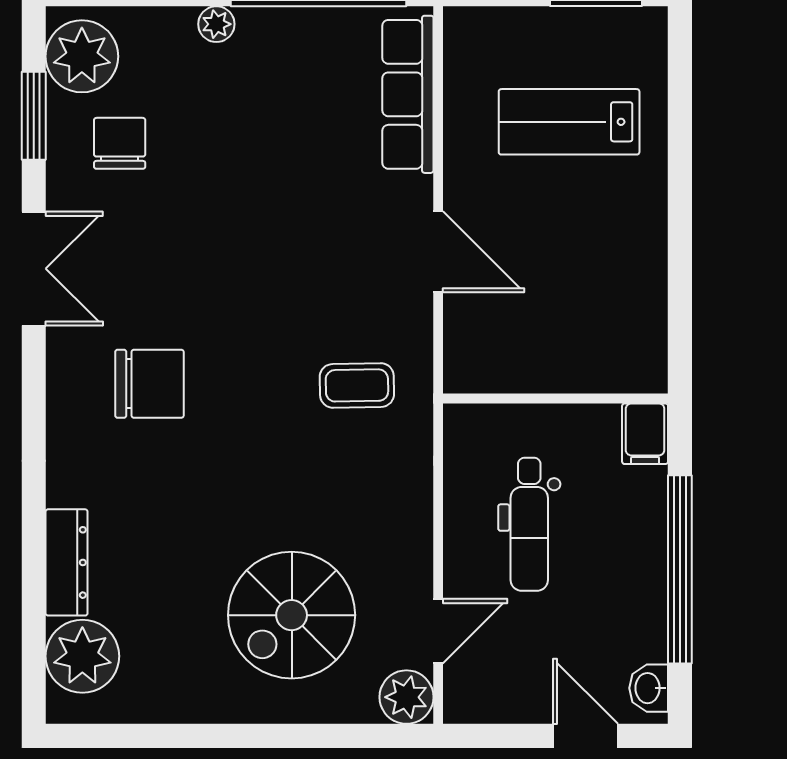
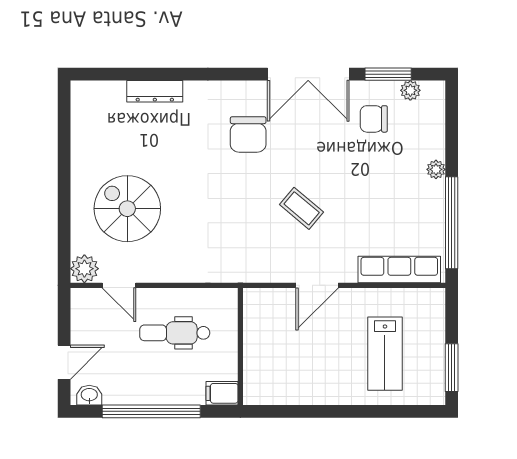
plant: (82, 56) -> (410, 90), width x0.53, depth x0.53
lab bench: (569, 122) -> (385, 354), turned 180
chair: (120, 143) -> (374, 119), turned 180
double door: (34, 269) -> (308, 74), width x1.37
coffee table: (357, 385) -> (302, 208), moved, turned -49
plant: (82, 656) -> (106, 99), removed

